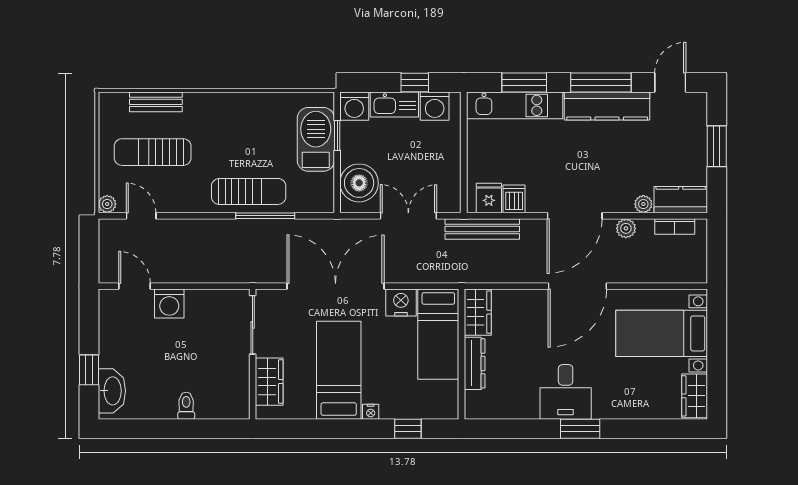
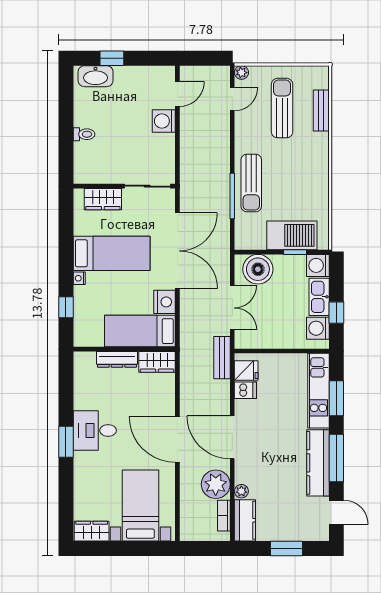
plant: (626, 228) -> (216, 484), width x1.88, depth x1.88
bench: (482, 229) -> (222, 358), width x0.73

